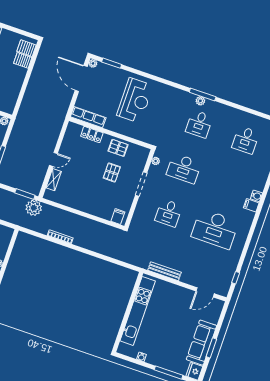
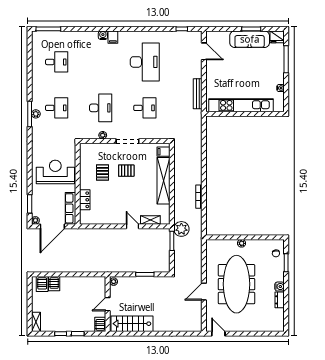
row of seats: (88, 117) -> (70, 208), moved
wall: (111, 133) -> (78, 184), moved
locker: (92, 135) -> (85, 200), moved
shelving: (89, 206) -> (163, 181), added

